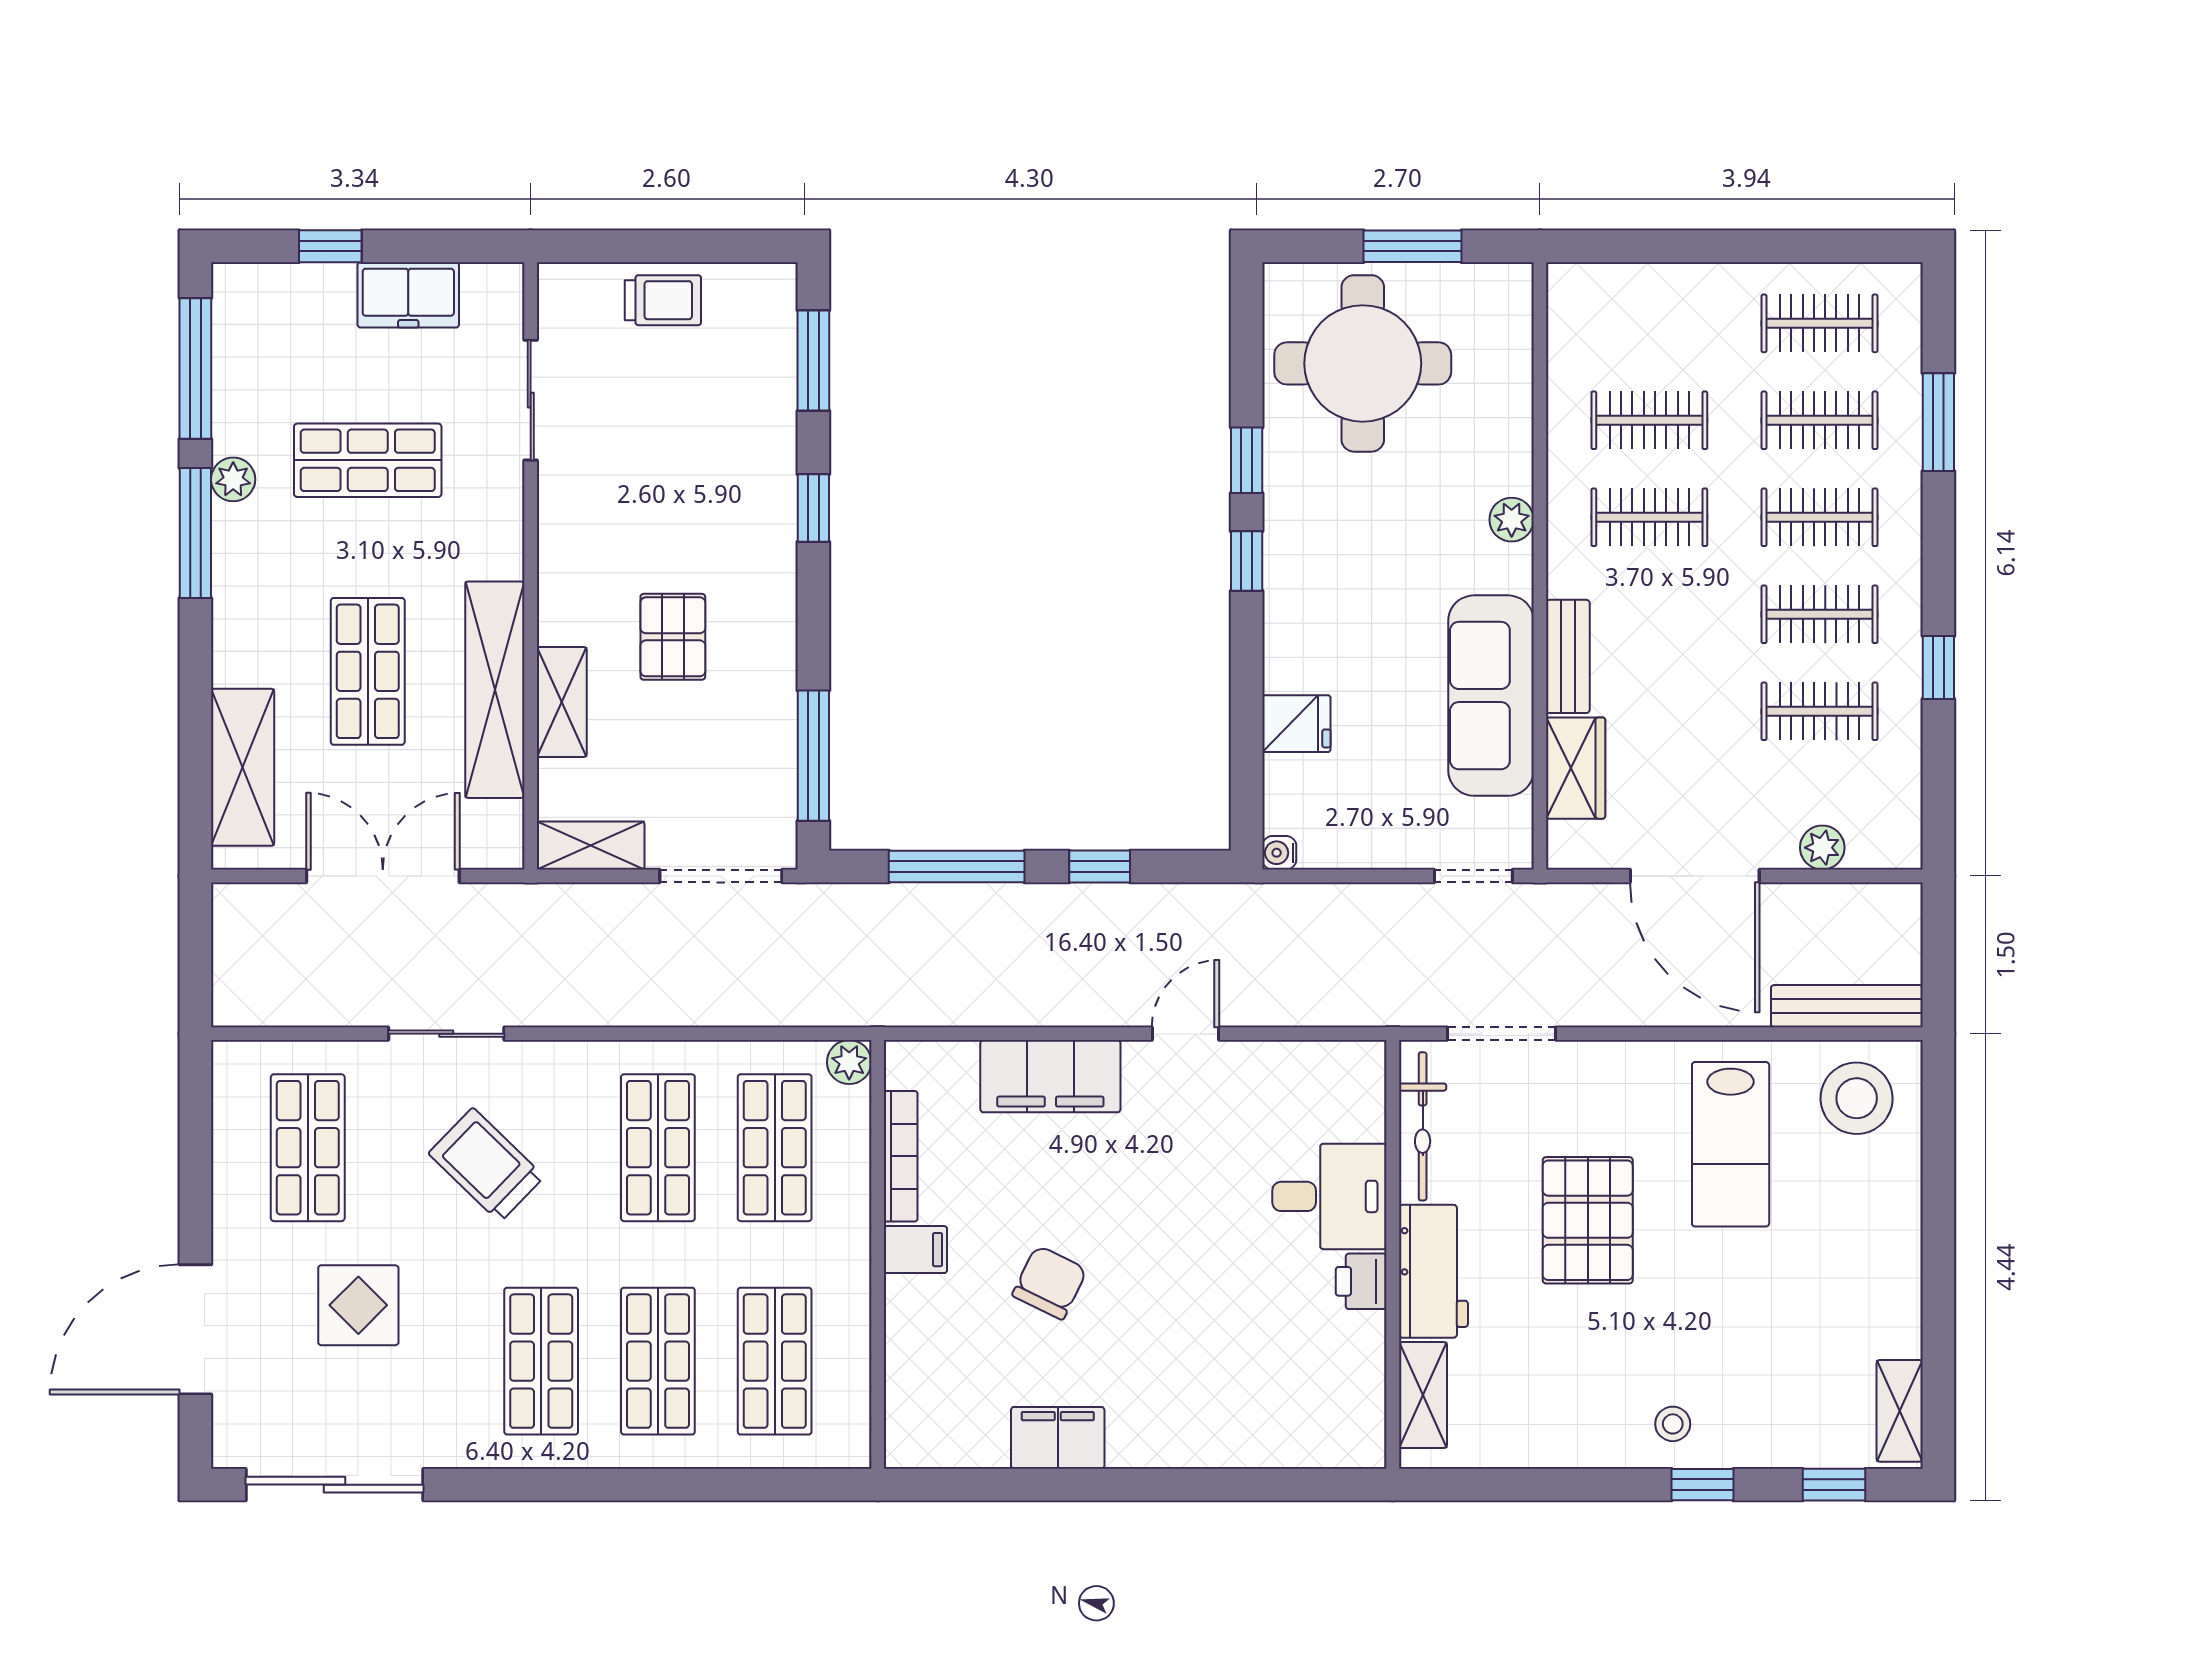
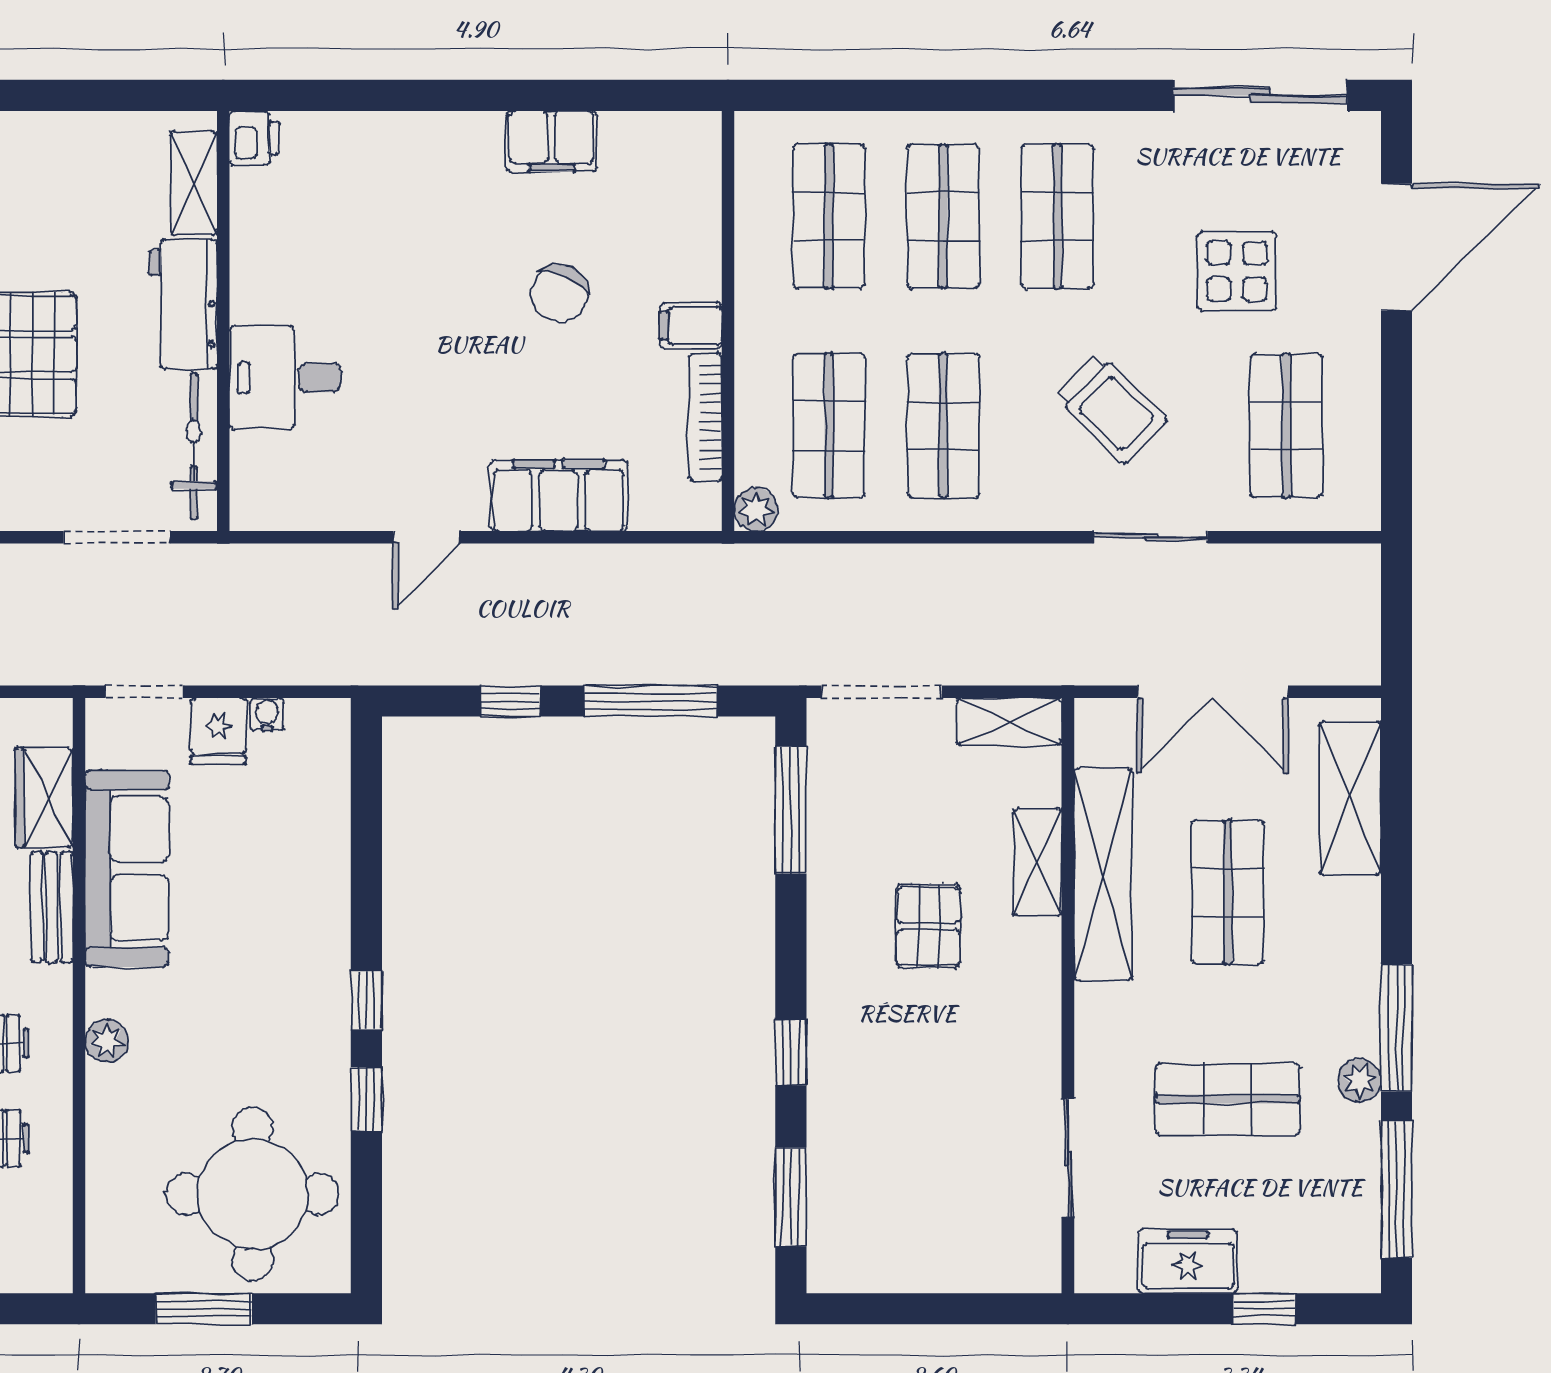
trolley: (663, 300) -> (938, 1256), removed
fridge: (1296, 724) -> (218, 731), moved, turned -90
water cooler: (1279, 853) -> (267, 715), moved, turned -90
printer: (1361, 1281) -> (254, 138), moved

